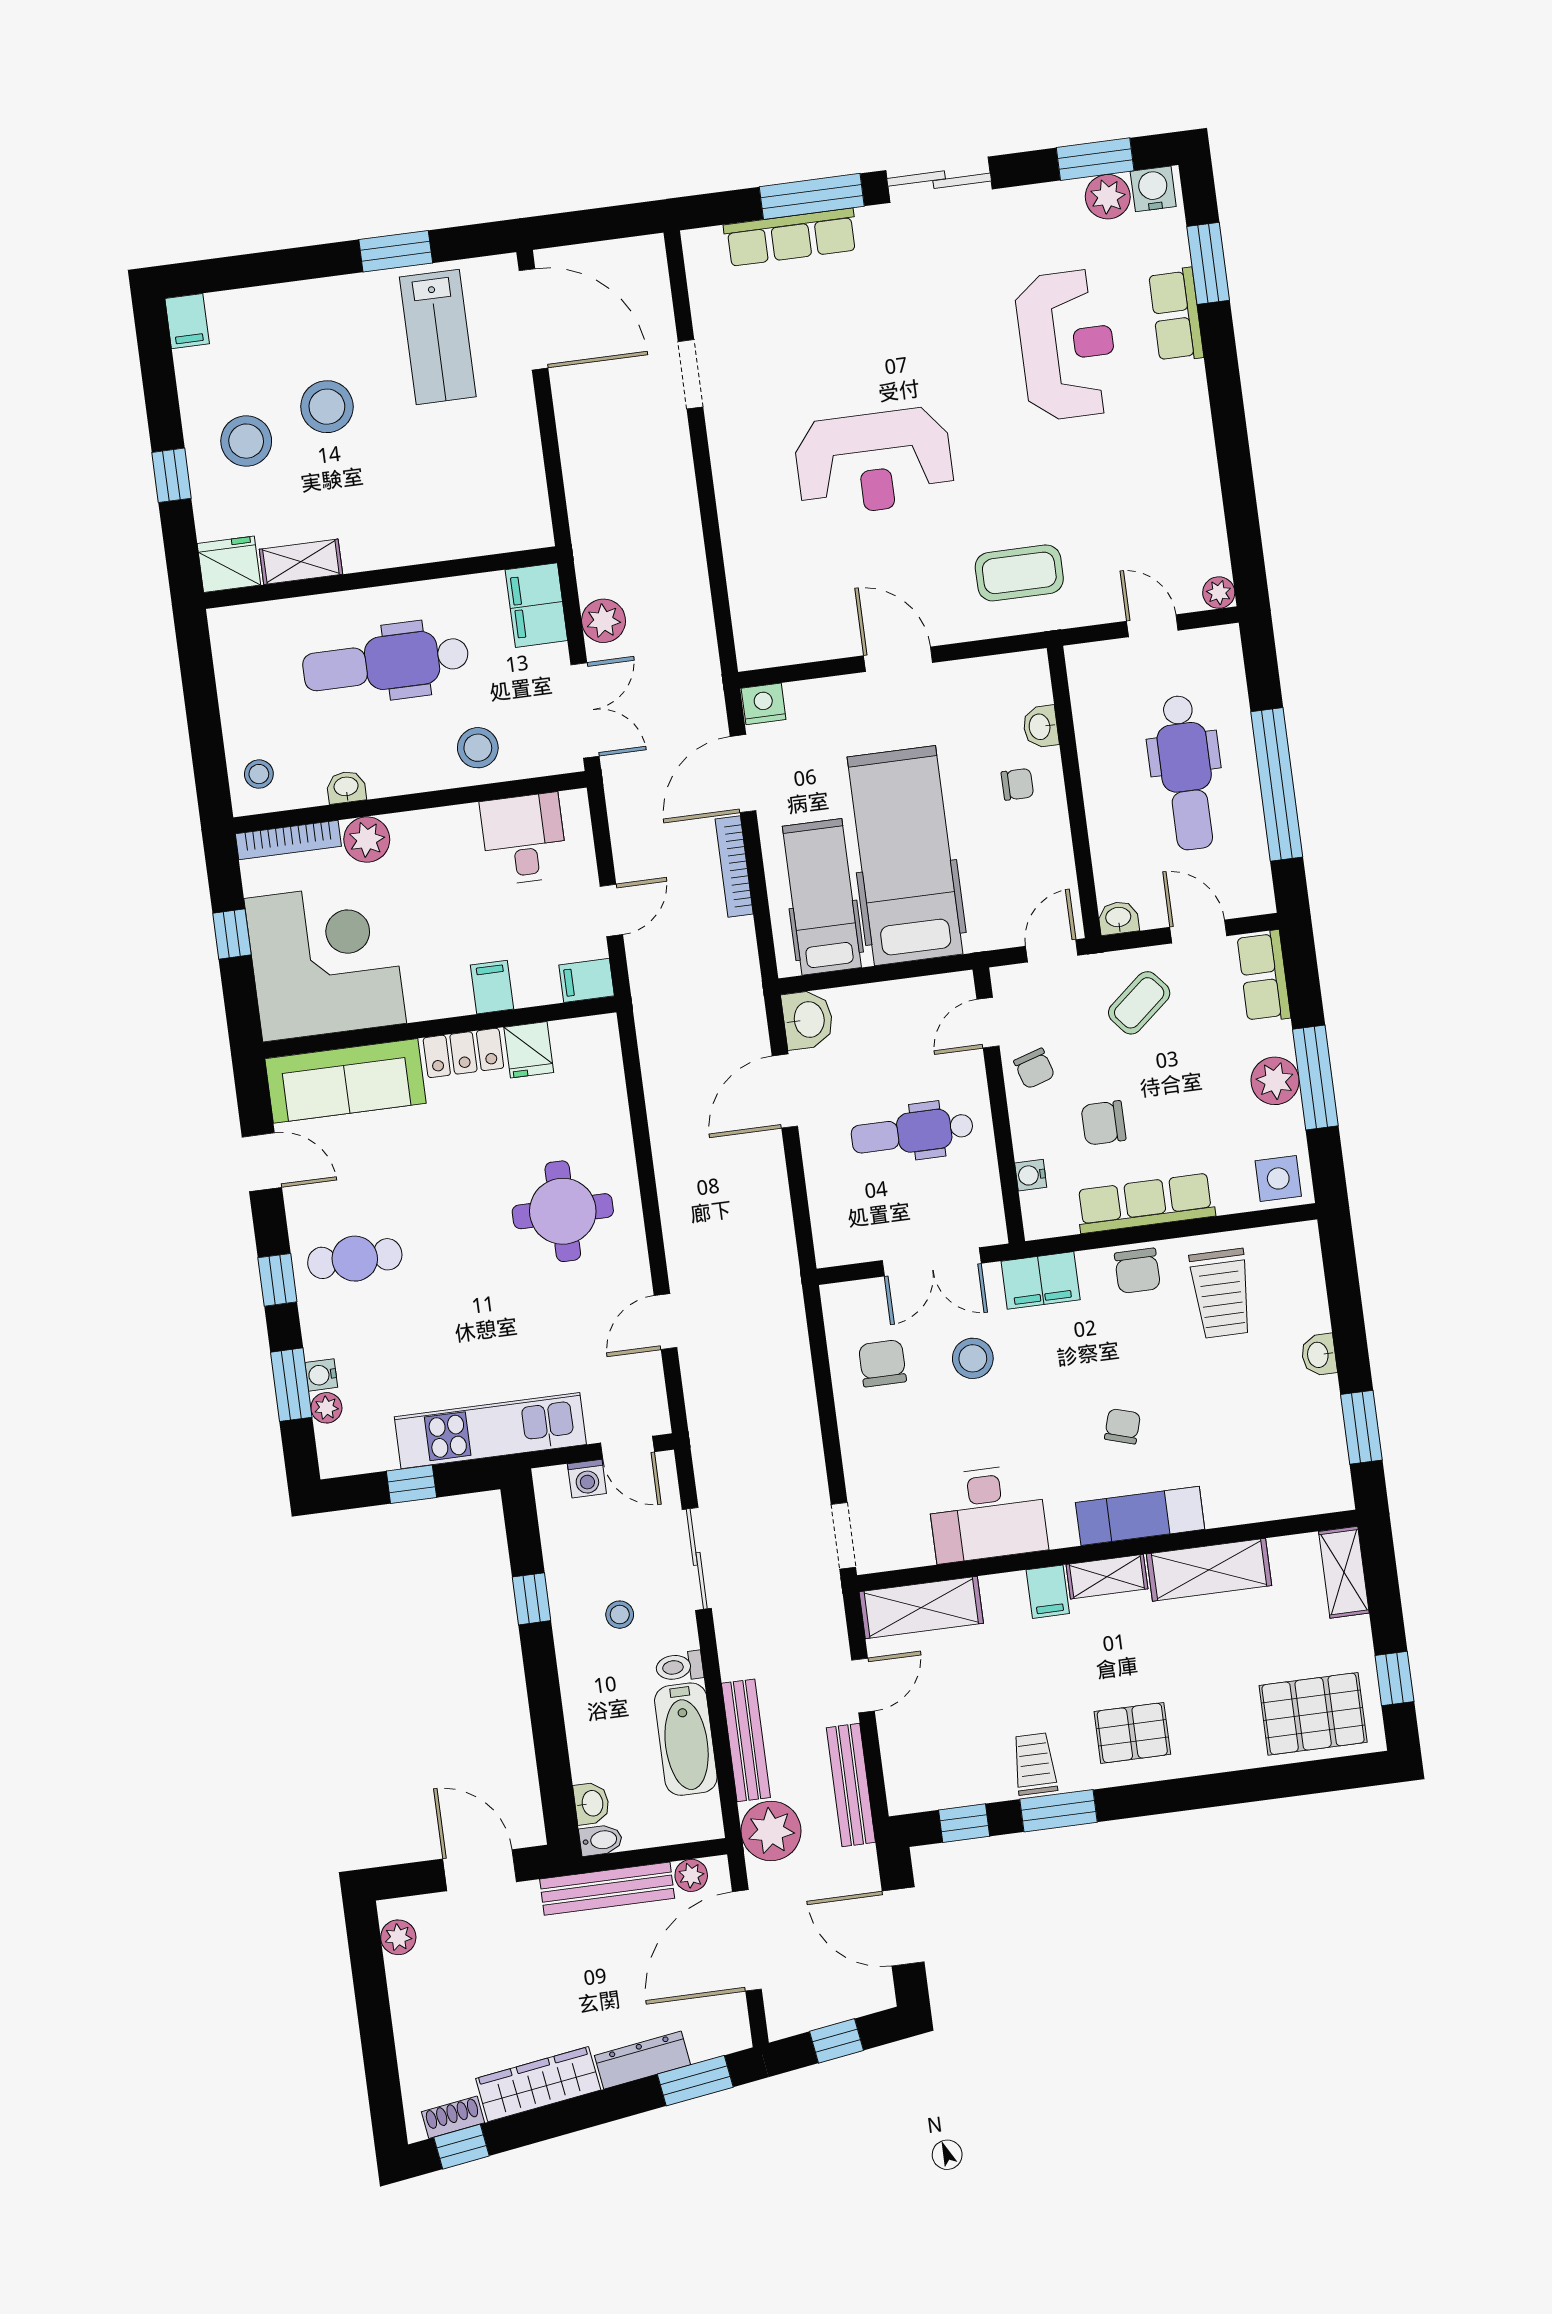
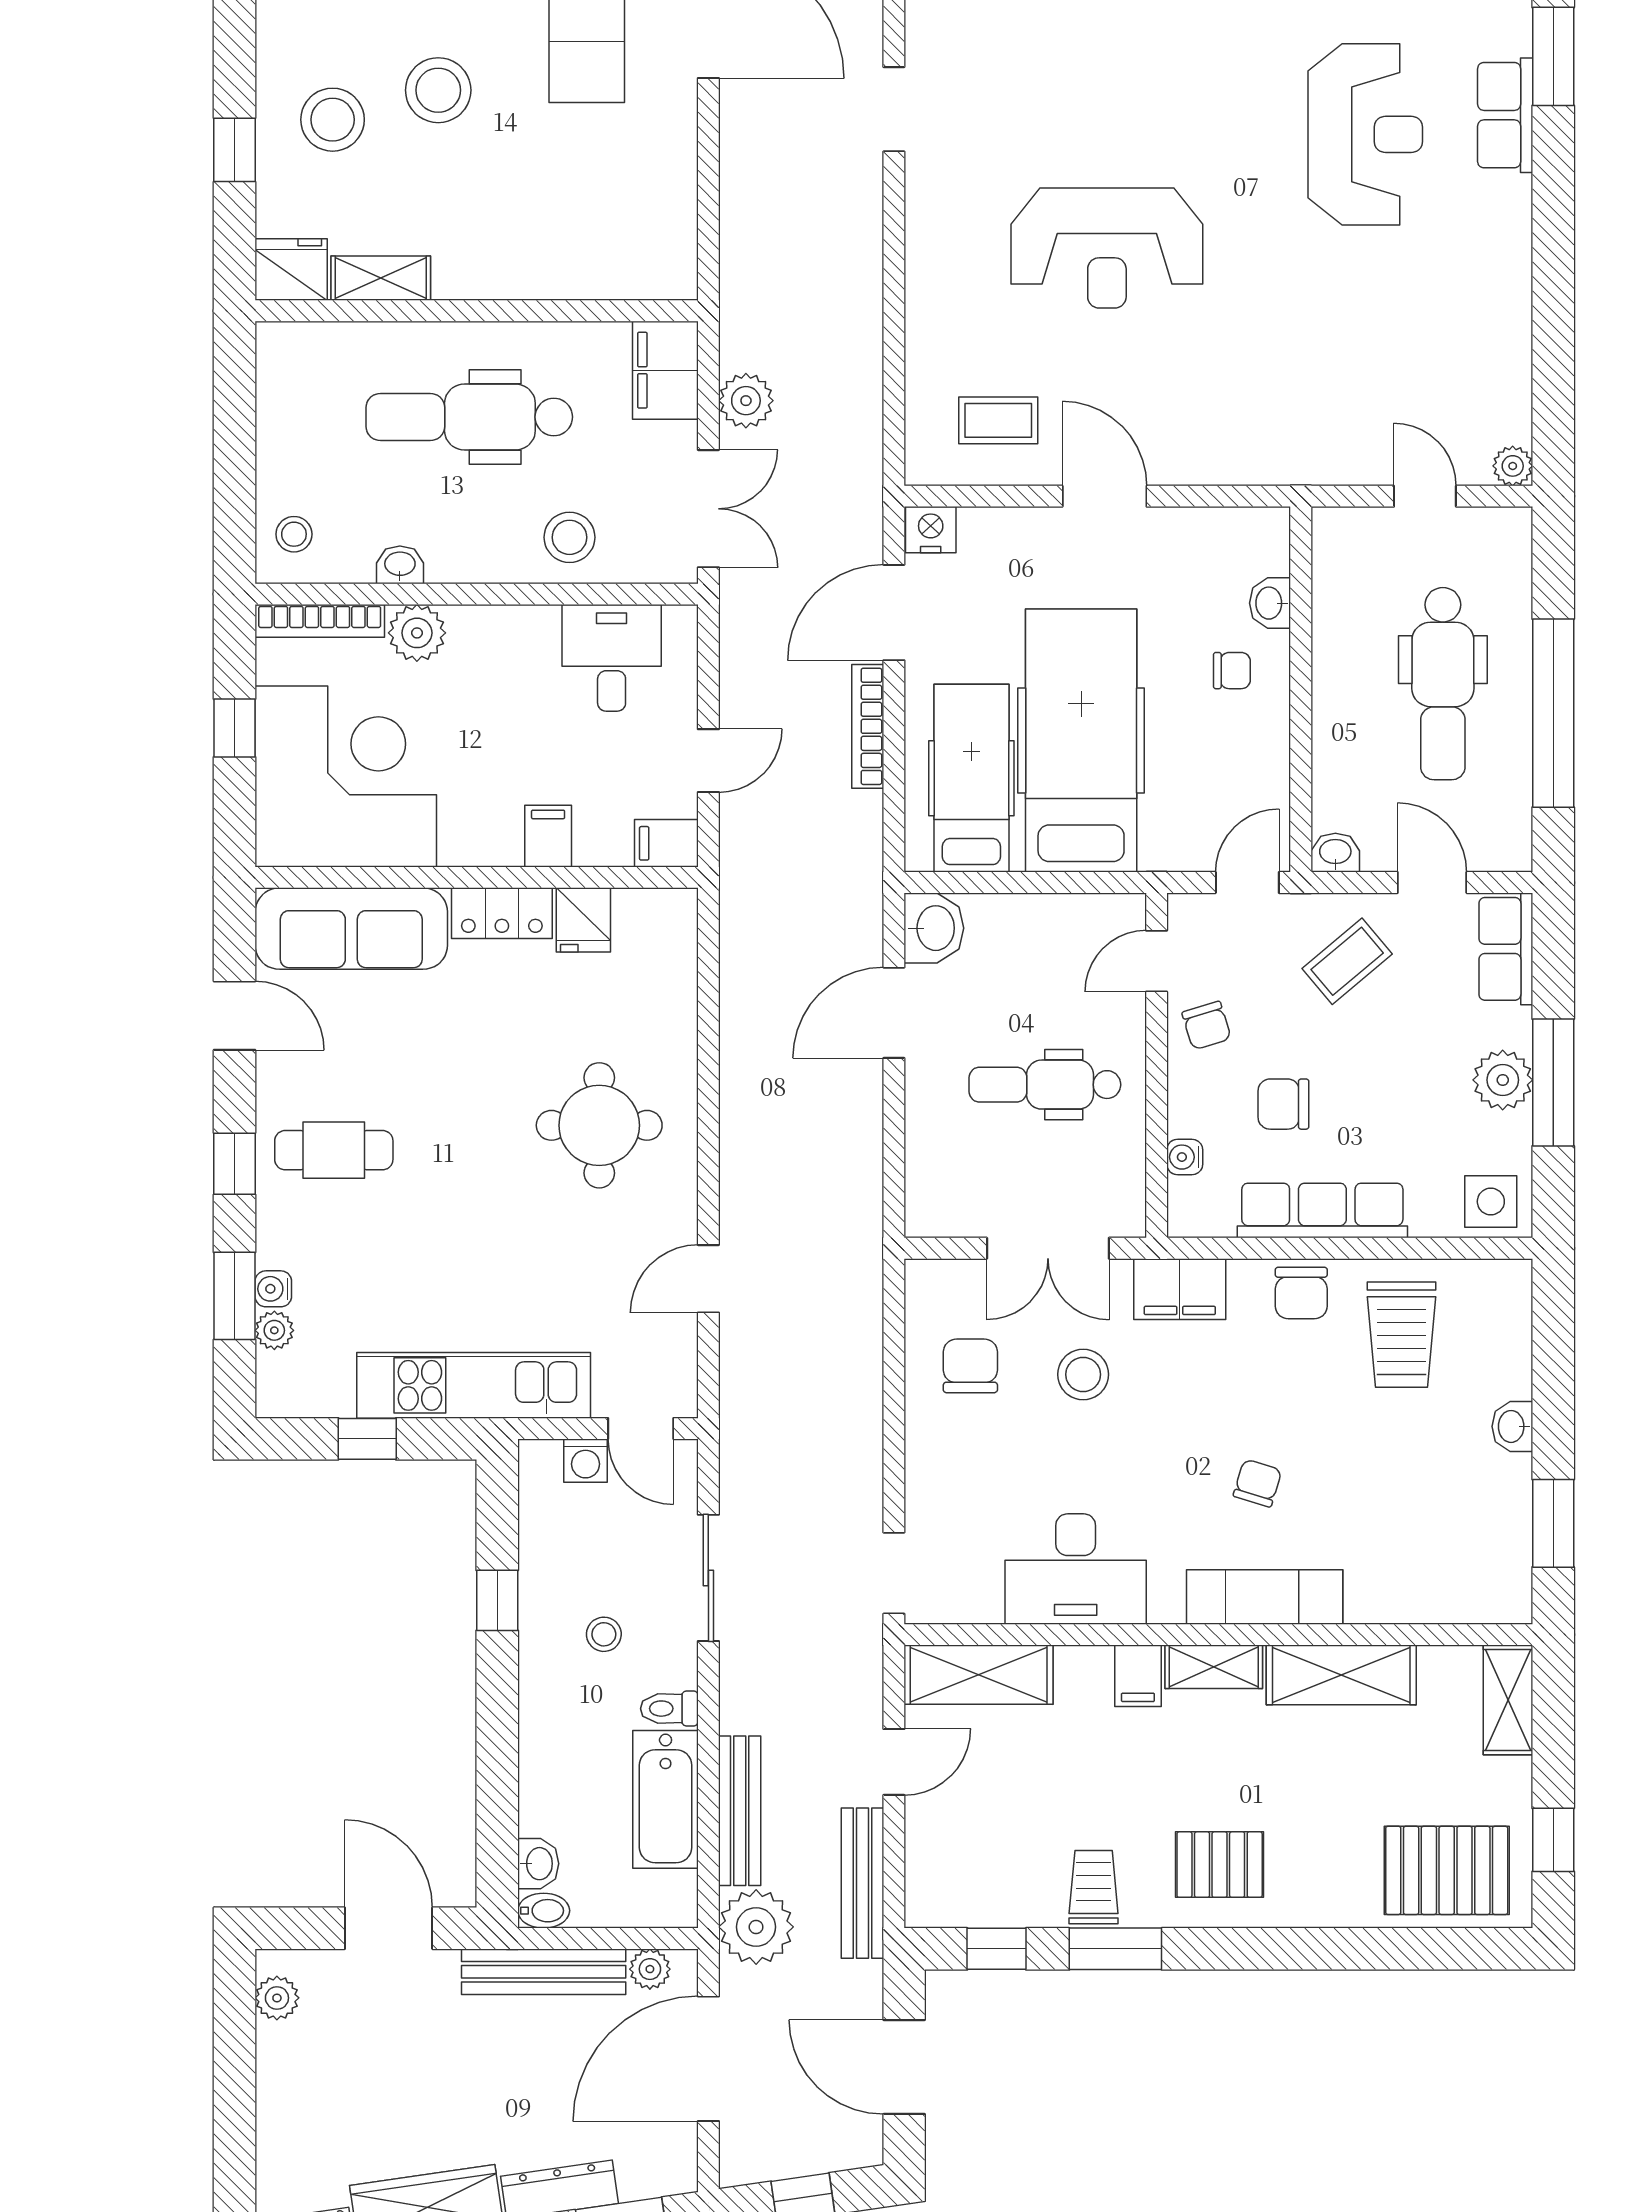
coffee table: (1019, 573) -> (998, 420), moved, width x0.73, depth x0.77

